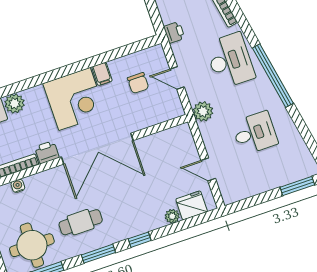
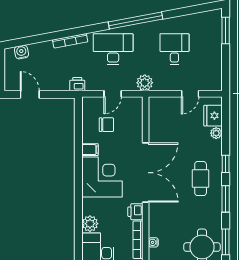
cafe table: (81, 222) -> (201, 179), moved

